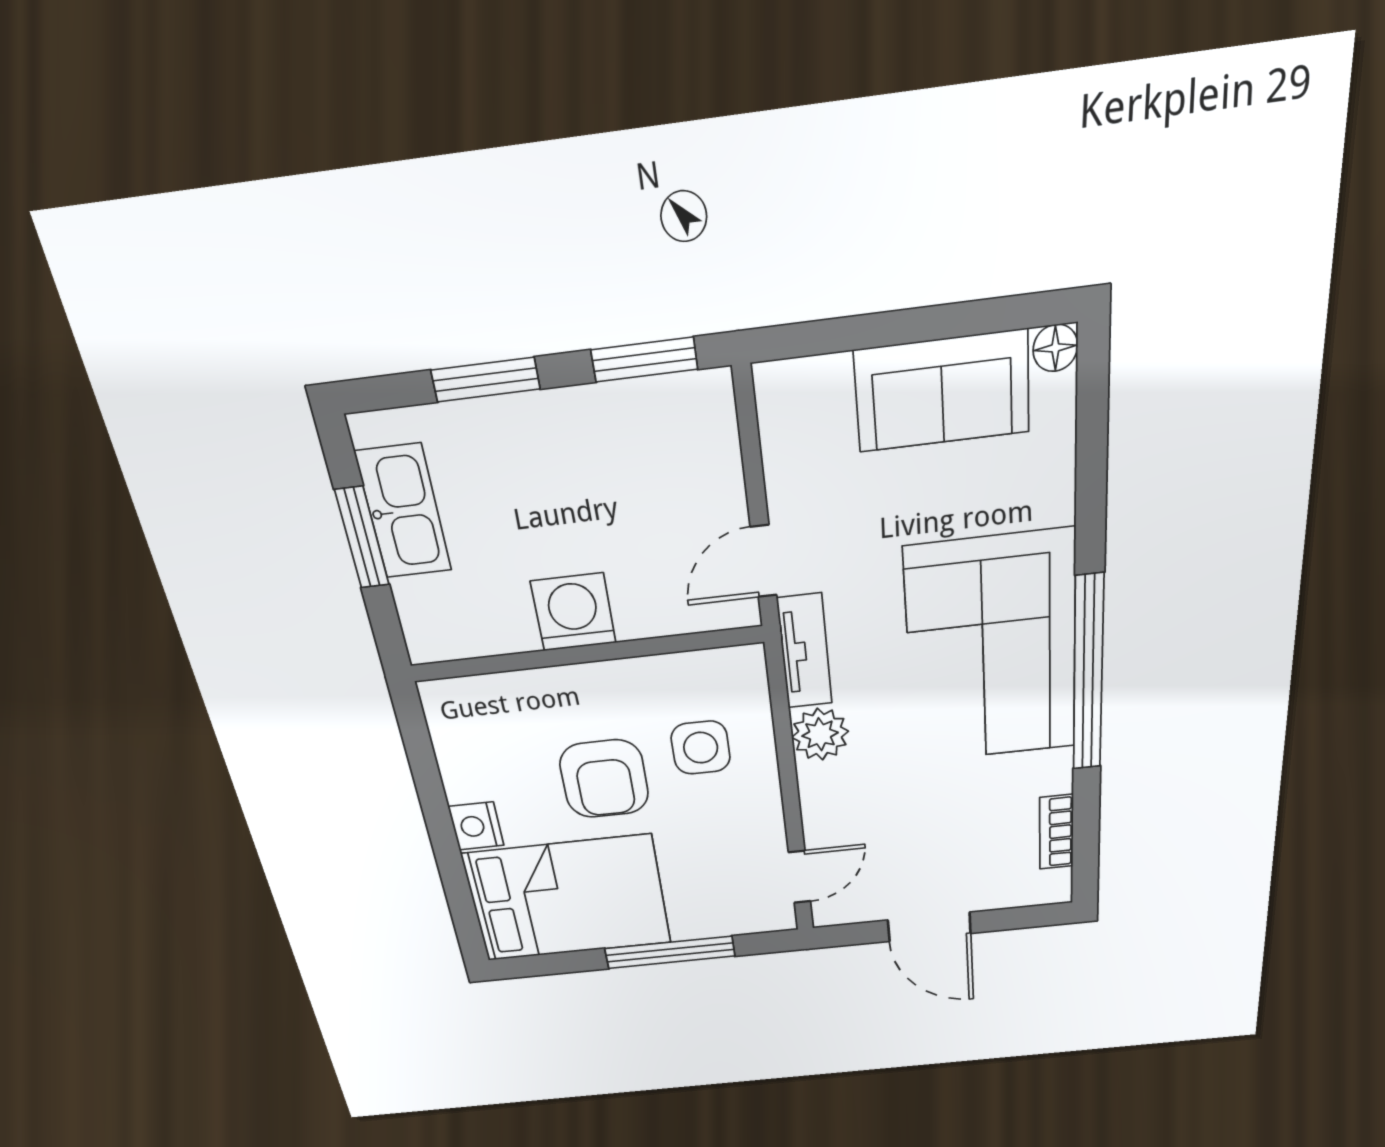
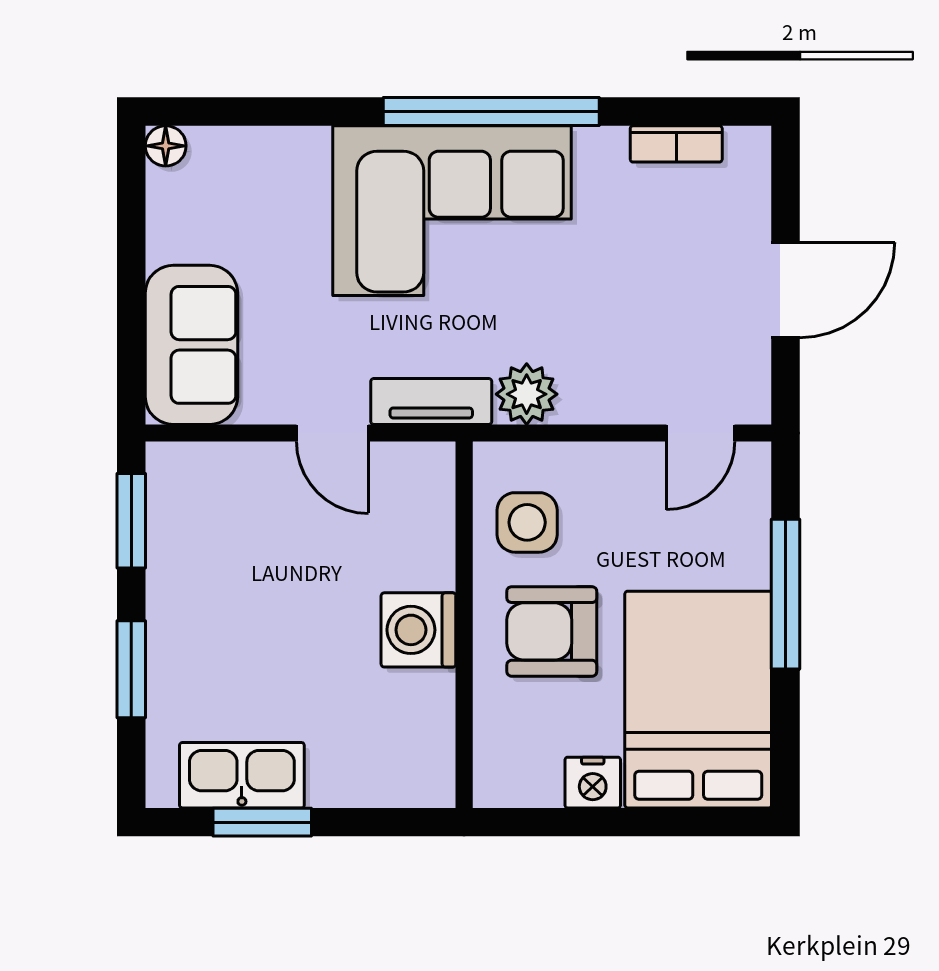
sofa: (942, 391) -> (191, 345), moved
washing machine: (573, 612) -> (418, 630), moved
wall: (587, 654) -> (464, 625), moved
armchair: (604, 779) -> (552, 631), turned 180
door: (800, 877) -> (701, 433), swing flipped

